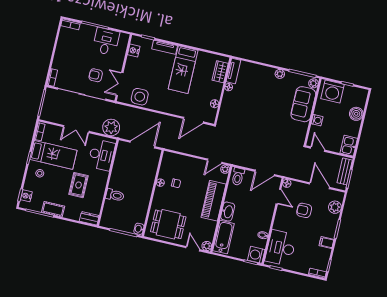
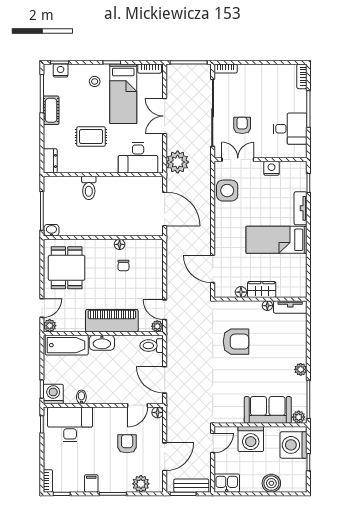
nightstand: (134, 51) -> (272, 168), moved
wardrobe: (220, 72) -> (262, 289), moved
armchair: (249, 116) -> (236, 342), added
washing machine: (317, 120) -> (251, 439), width x1.89, depth x1.89

